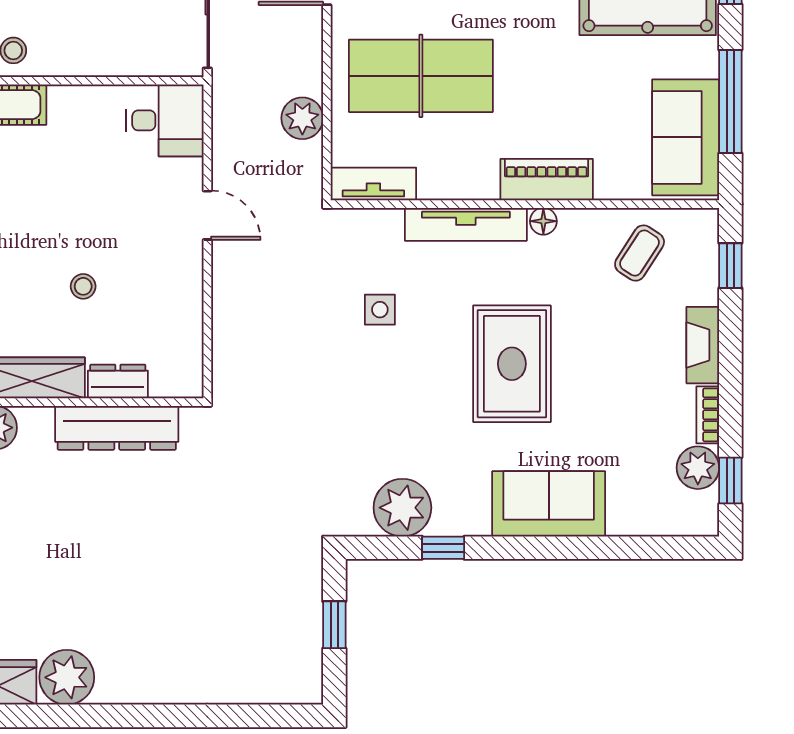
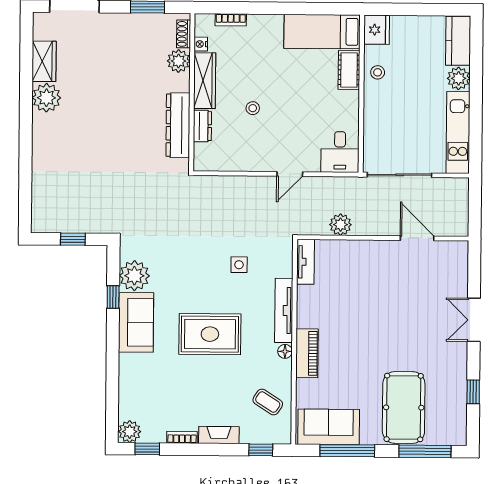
table tennis table: (421, 76) -> (362, 287), removed
plant: (698, 468) -> (130, 432), moved
sofa: (549, 504) -> (136, 322), moved

